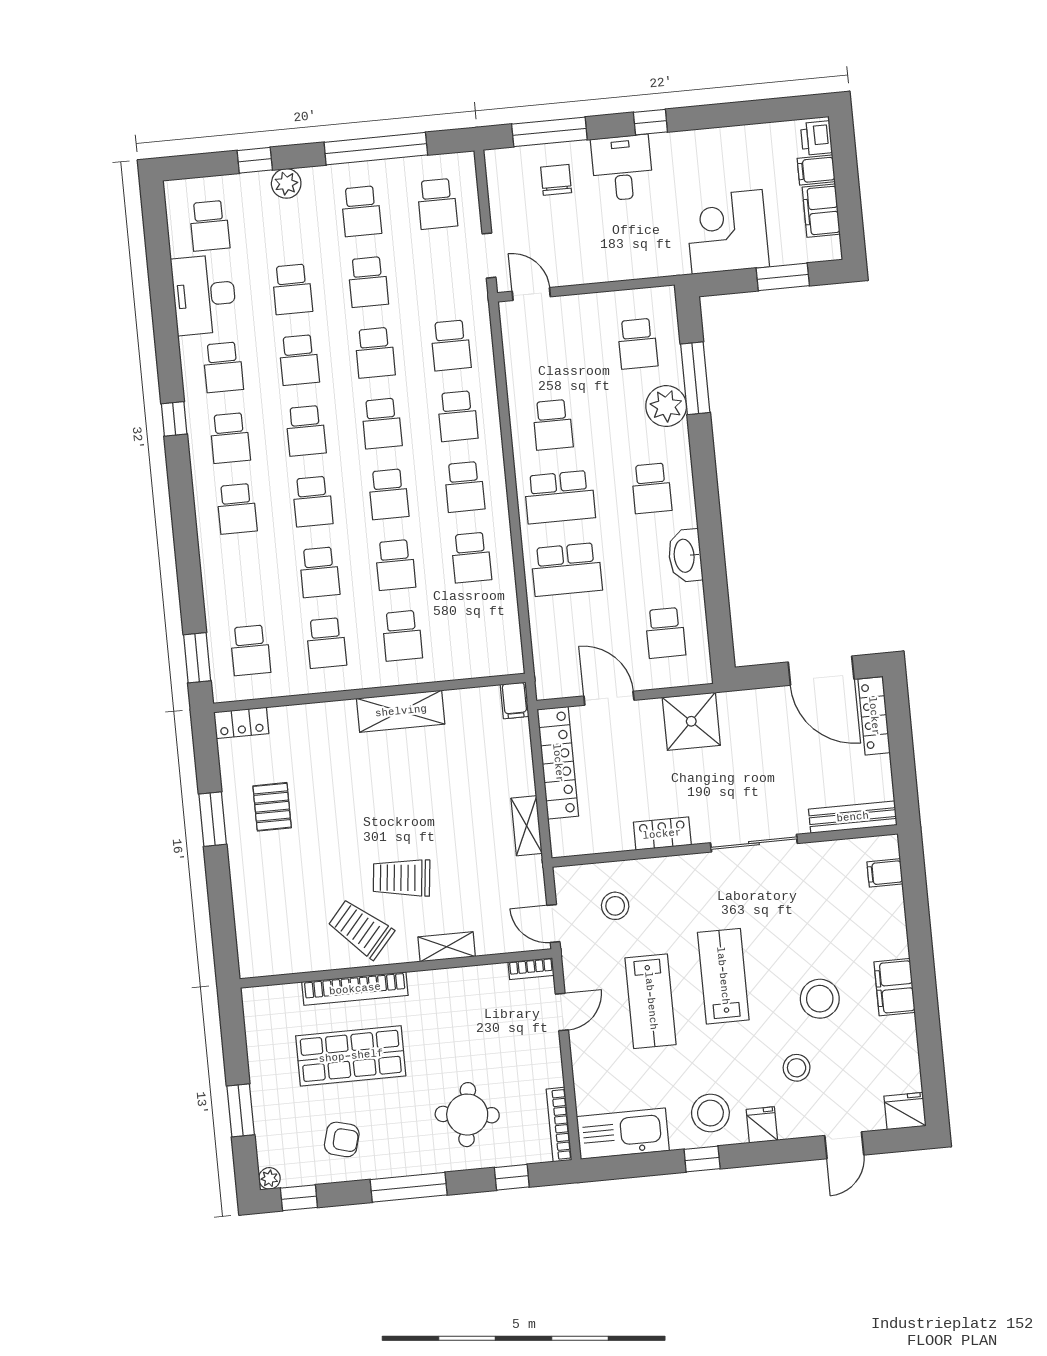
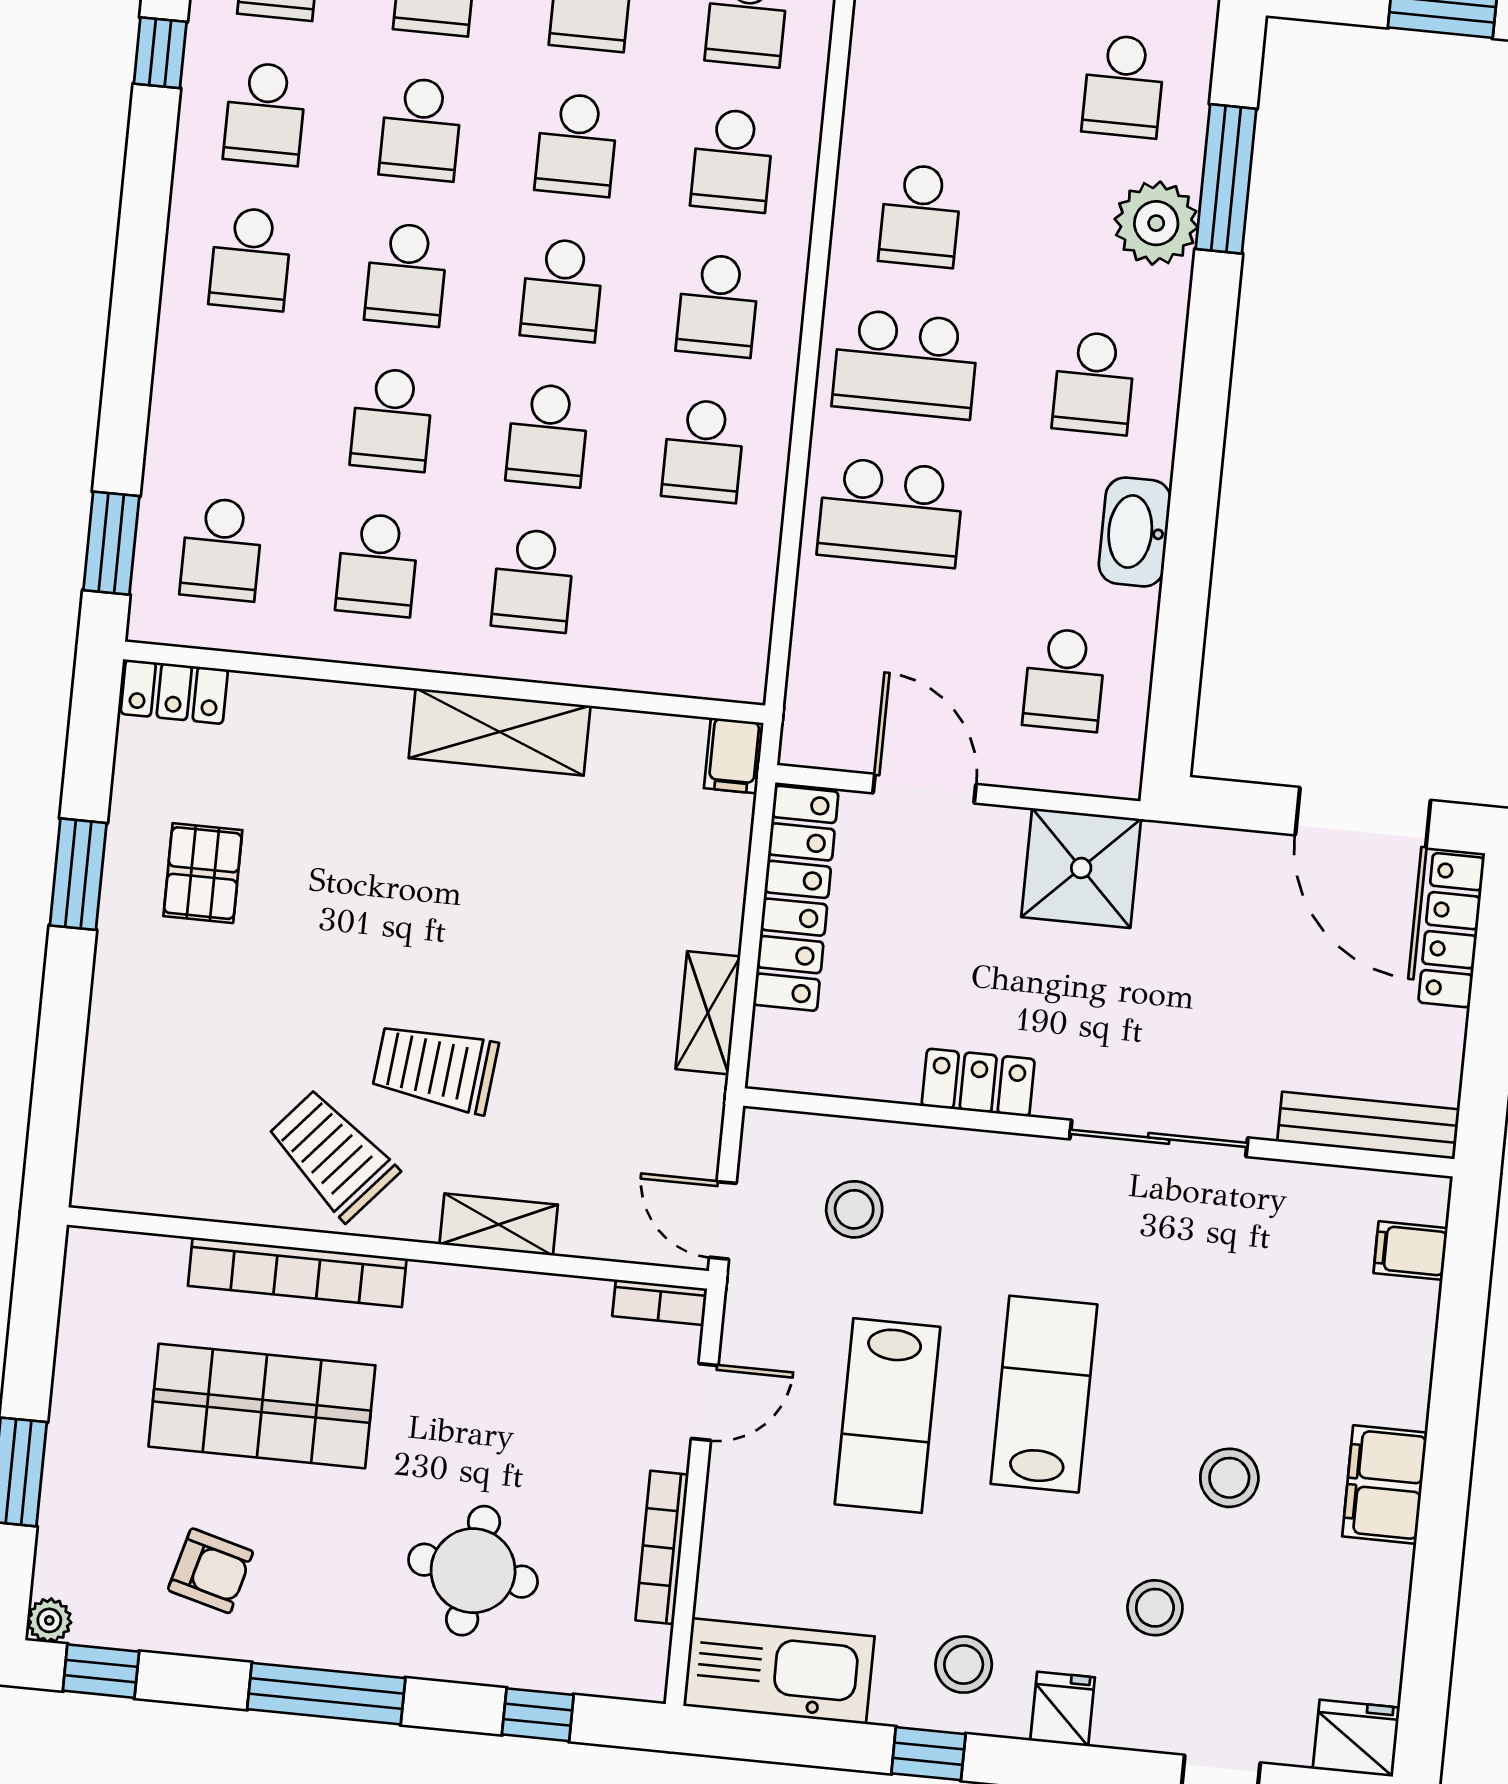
stool: (820, 999) -> (1229, 1478), width x0.73, depth x0.73
stool: (710, 1113) -> (964, 1665), width x0.73, depth x0.73
bookcase: (559, 1125) -> (662, 1547), moved

